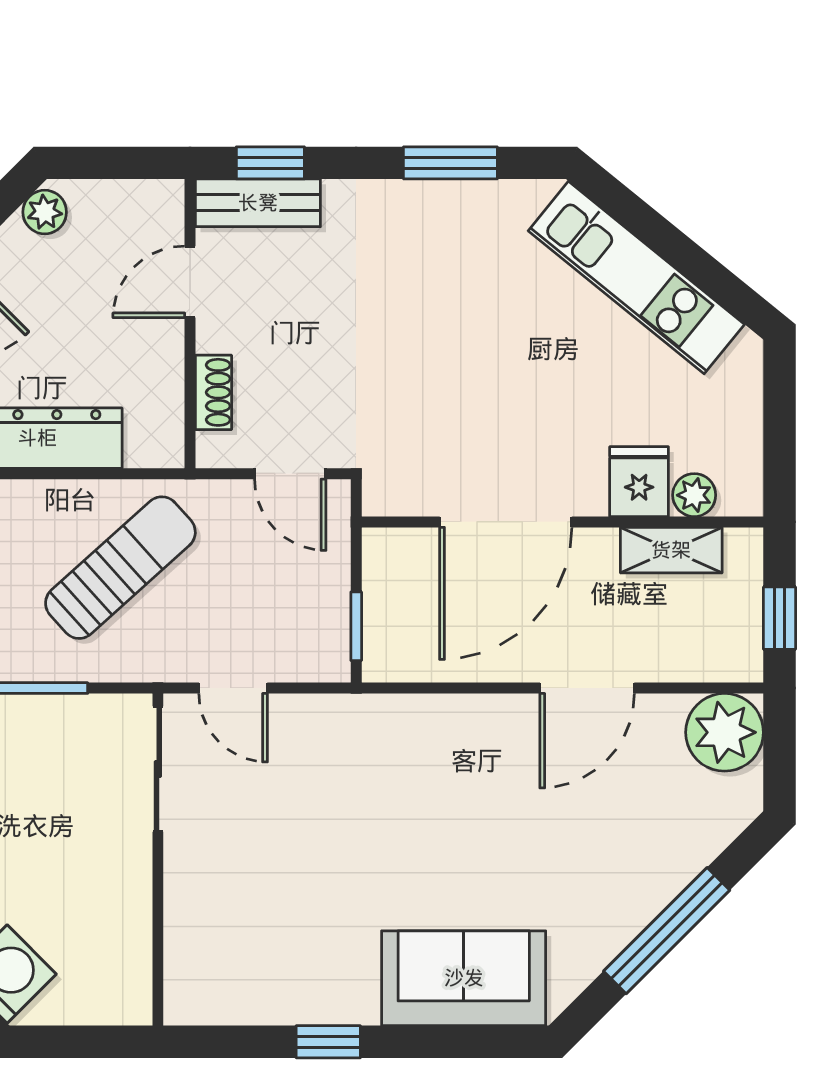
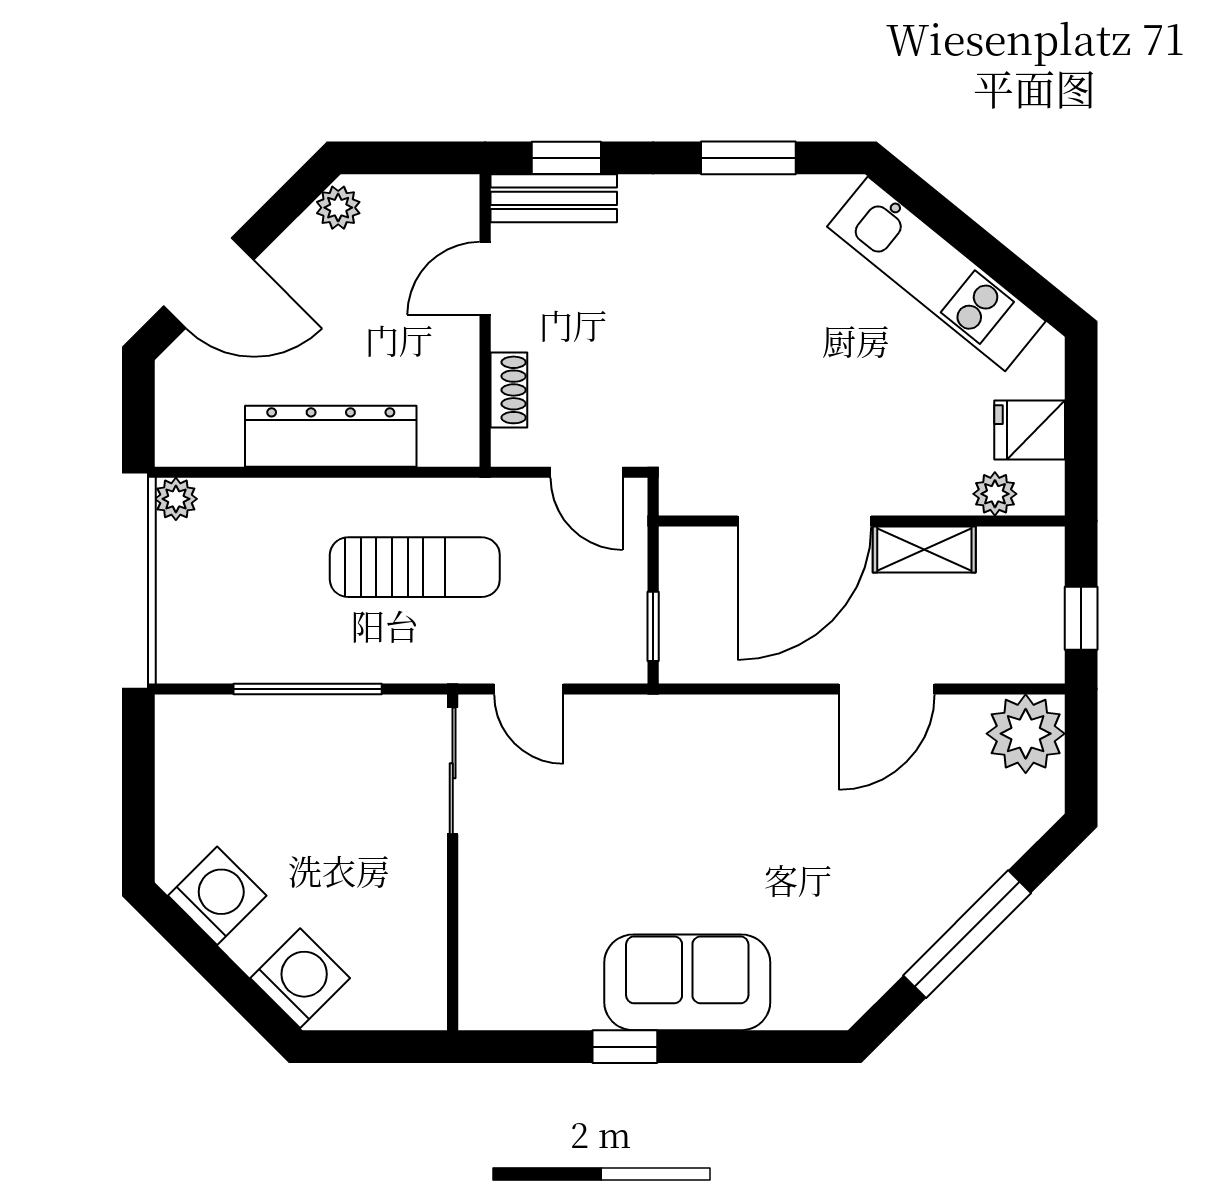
fridge: (639, 482) -> (1030, 430), moved, turned -90
shelving: (671, 550) -> (924, 549), moved
sun lounger: (120, 568) -> (415, 567), turned 42
sofa: (464, 978) -> (687, 982), moved

